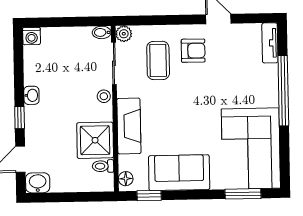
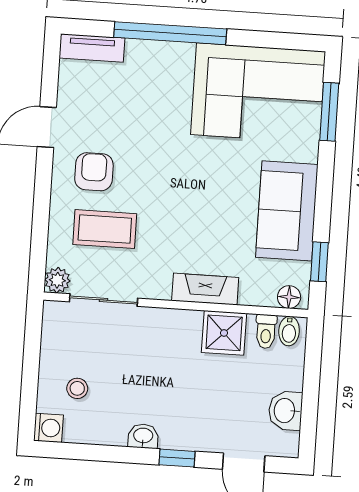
bidet: (102, 32) -> (289, 331), moved
stool: (104, 96) -> (77, 388), moved
fireplace: (129, 126) -> (205, 289), width x0.73, depth x0.76
shower: (95, 140) -> (224, 333), width x0.73, depth x0.73
washbasin: (38, 183) -> (285, 411), moved

